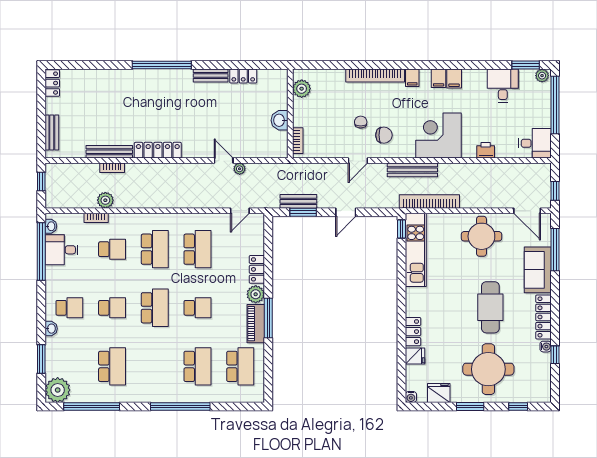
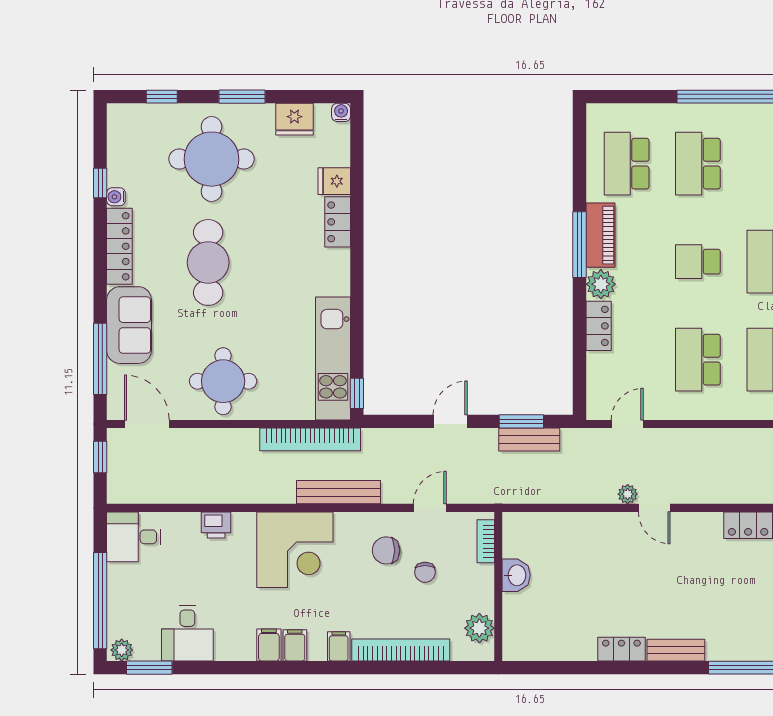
plant: (302, 89) -> (479, 628), moved
wall: (290, 114) -> (498, 586), moved
washbasin: (280, 120) -> (516, 575), moved
bookcase: (298, 141) -> (486, 541), moved

